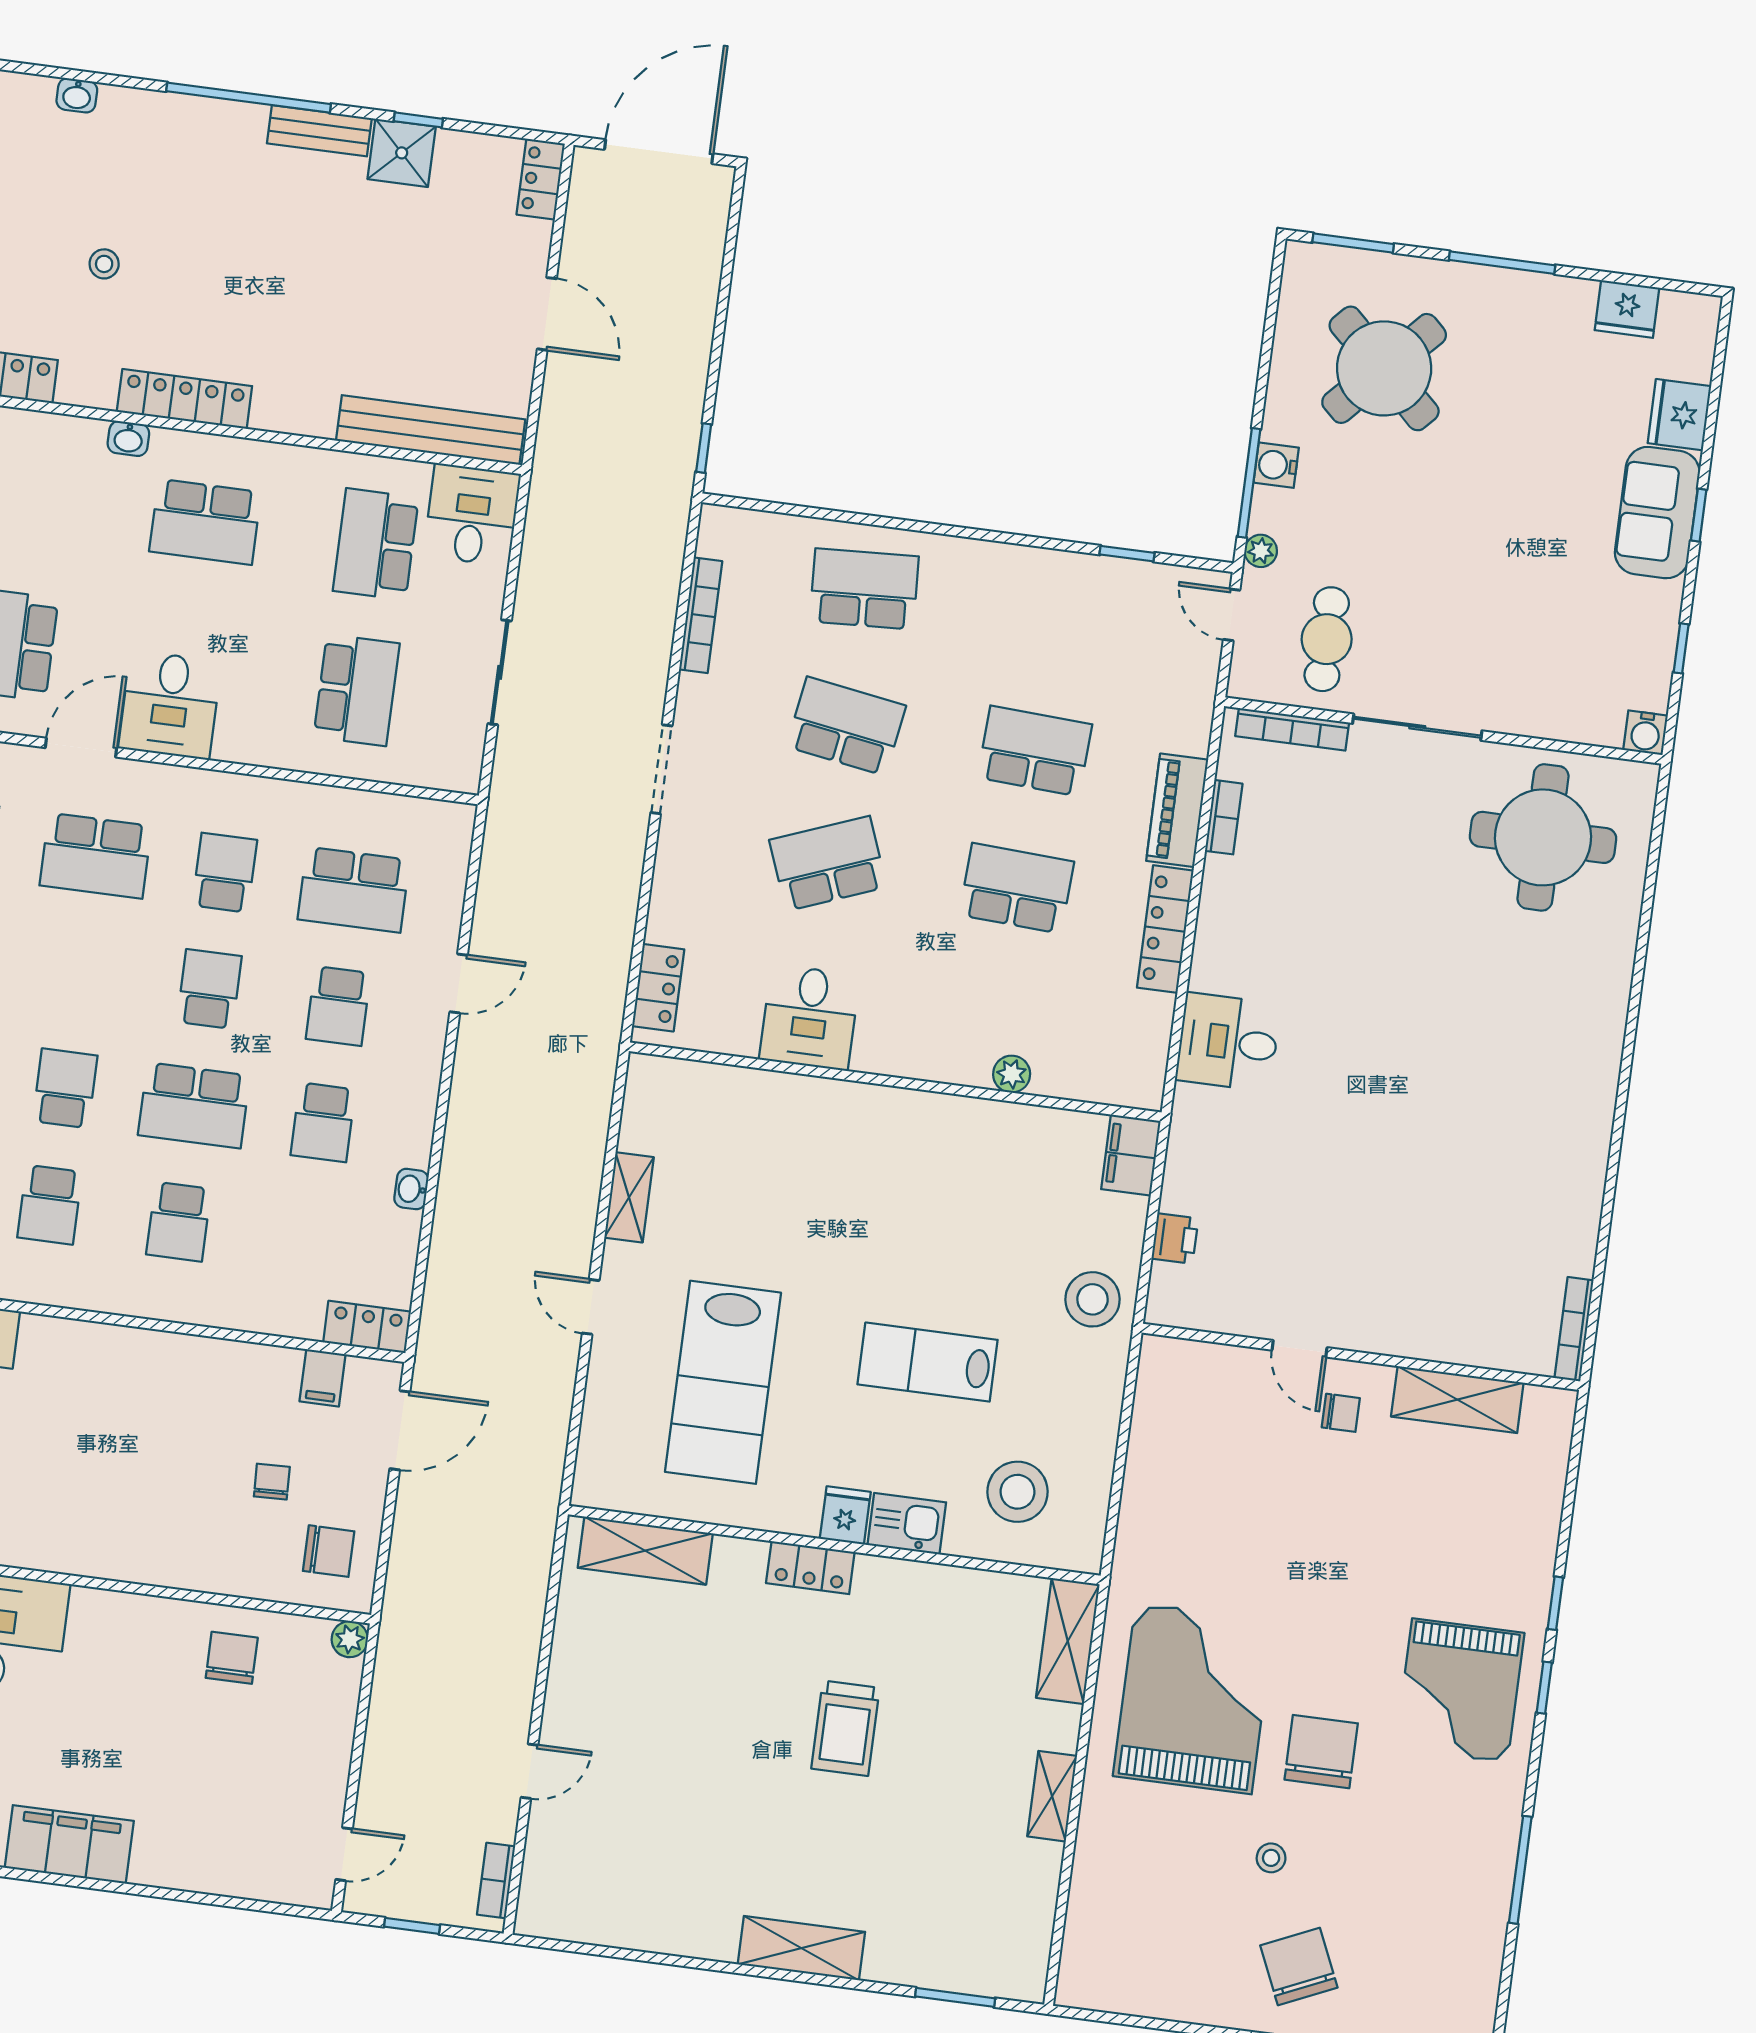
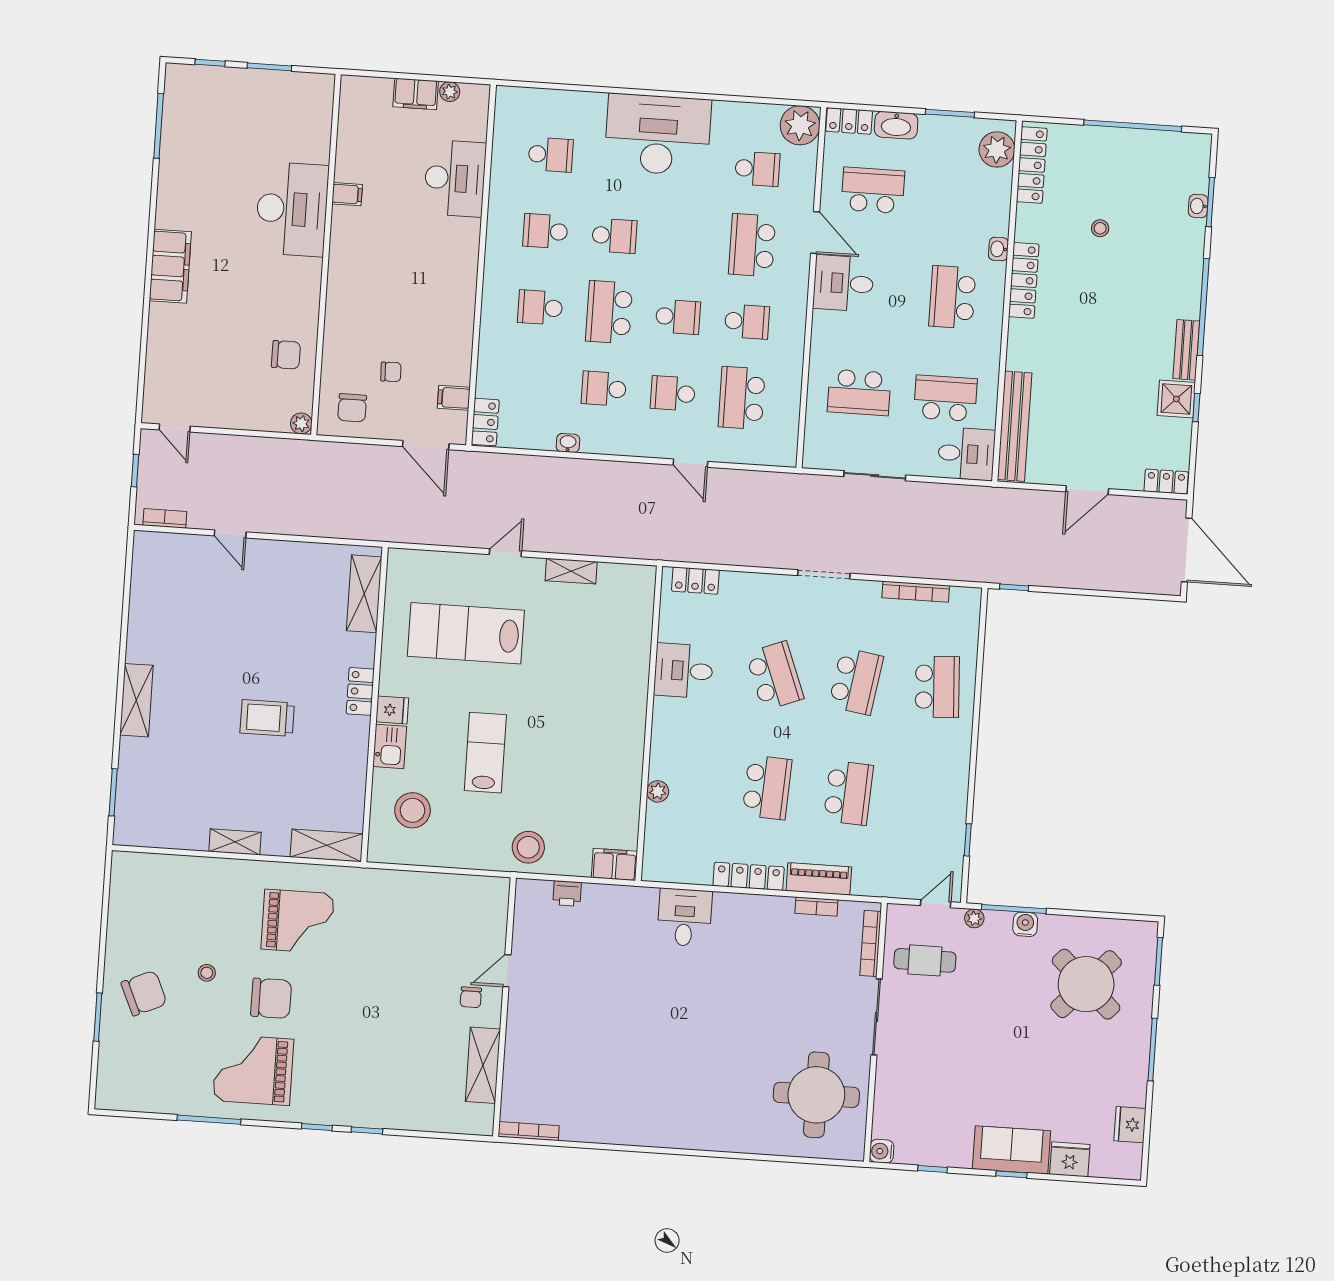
window: (72, 74) -> (1210, 202), added
grand piano: (1460, 1690) -> (253, 1070), moved
grand piano: (1194, 1698) -> (298, 921), width x0.73, depth x0.68

